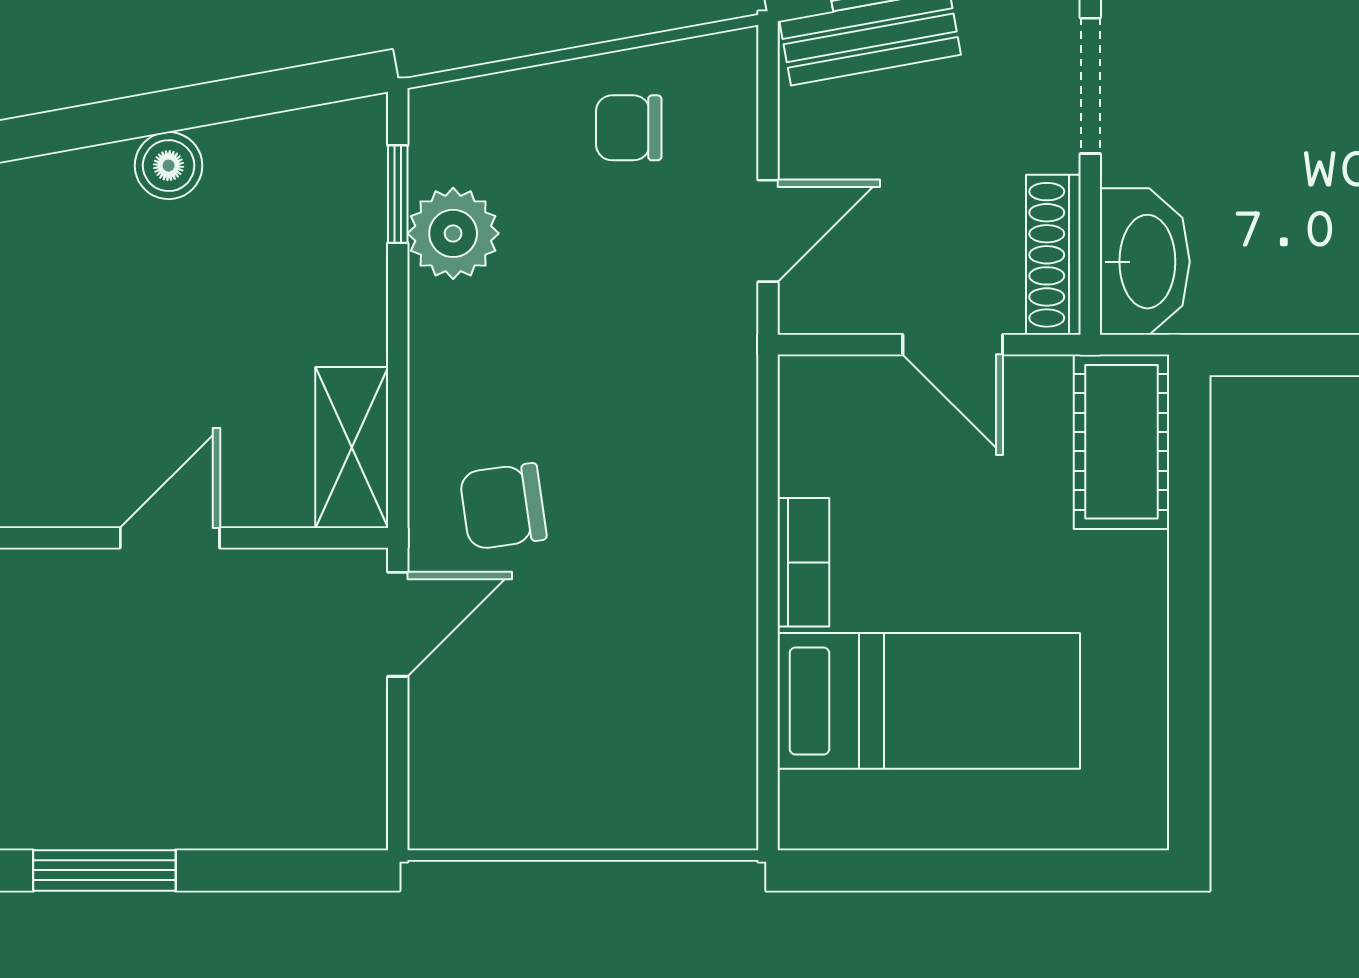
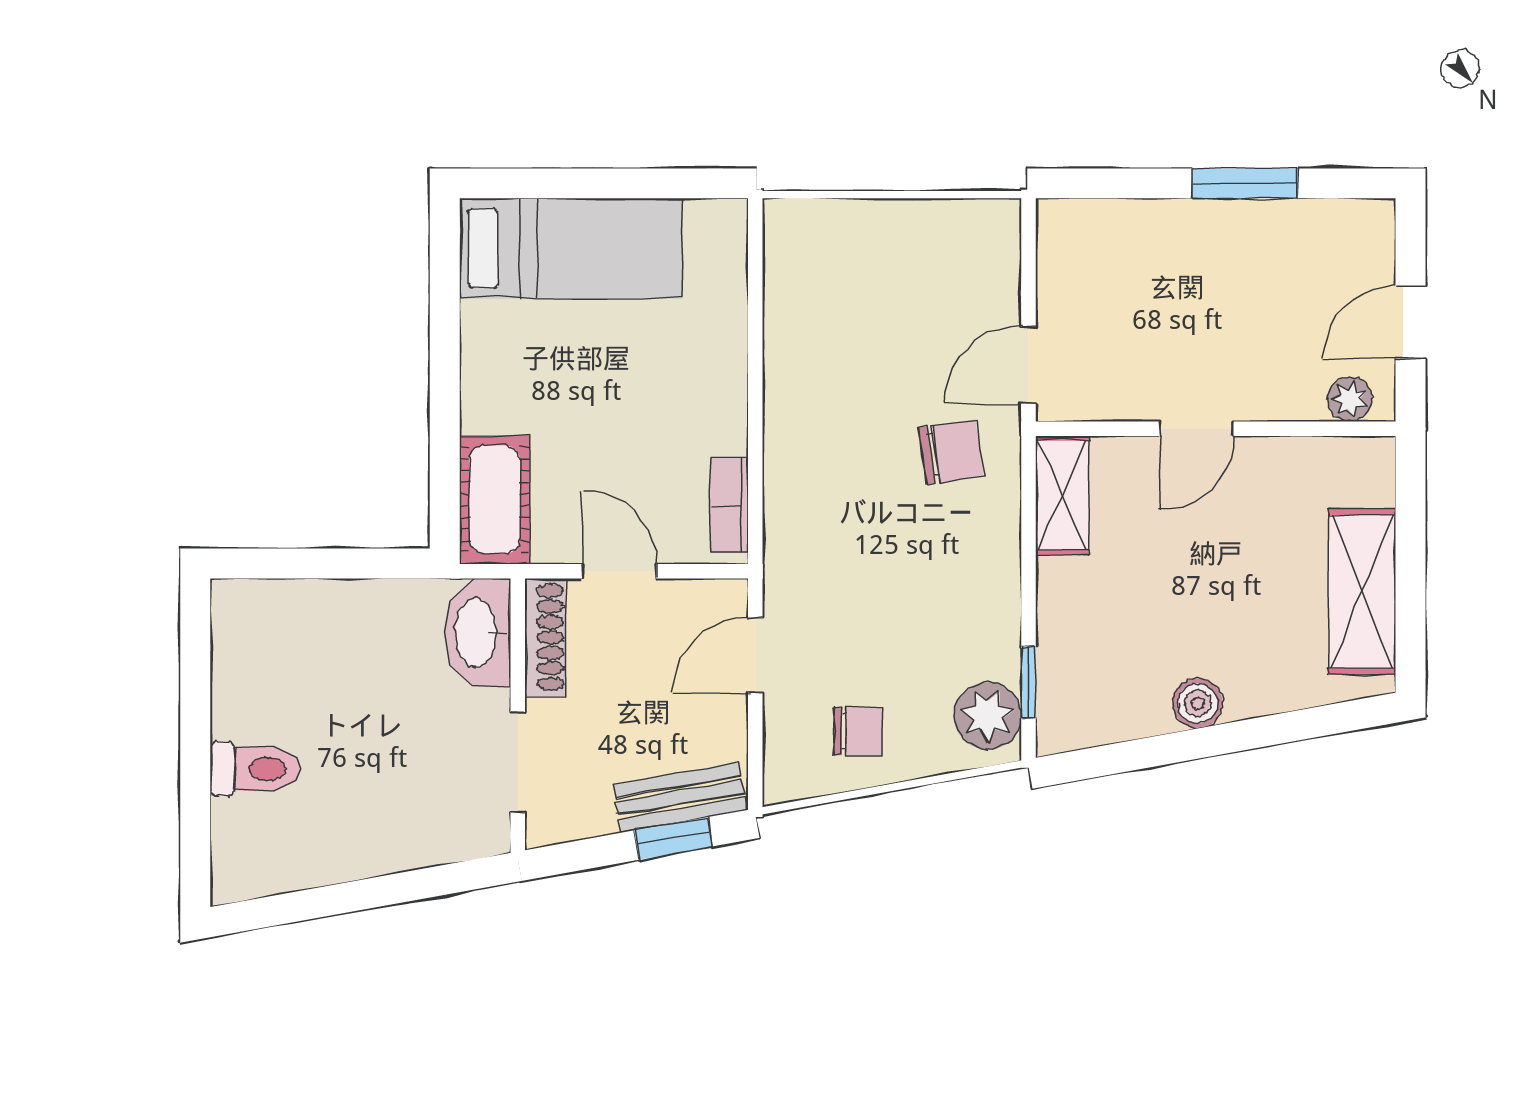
plant: (453, 233) -> (988, 716), moved
bookcase: (803, 562) -> (729, 505), moved
bed: (929, 701) -> (571, 248), moved, turned 180

